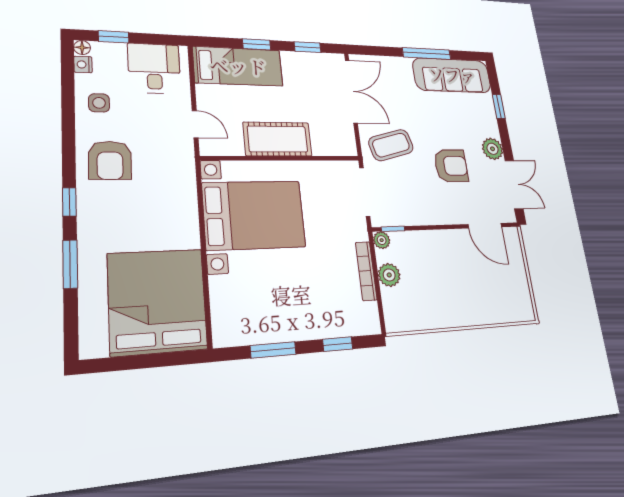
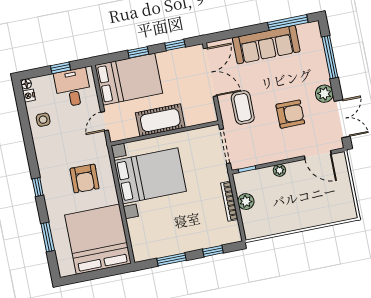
window: (114, 37) -> (60, 68), moved
window: (427, 53) -> (288, 22), moved
bed: (238, 66) -> (129, 79), width x1.50
sofa: (452, 75) -> (266, 45), moved
window: (499, 107) -> (330, 57), width x2.17
door: (195, 124) -> (104, 121), swing flipped
coffee table: (391, 145) -> (243, 107), turned -75
armchair: (110, 160) -> (85, 179), moved
plant: (382, 240) -> (279, 170), moved
window: (70, 264) -> (48, 237), moved

